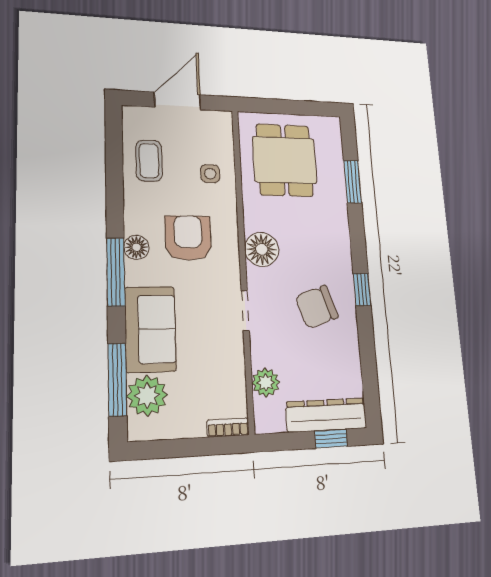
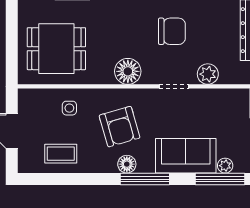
armchair: (188, 238) -> (120, 127), turned -106
chair: (317, 307) -> (172, 31), turned -71
plant: (266, 382) -> (208, 74), moved
plant: (147, 396) -> (225, 166), width x0.53, depth x0.53

